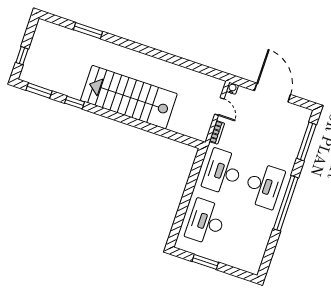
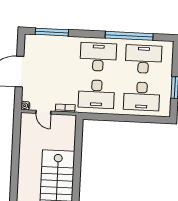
door: (219, 107) -> (43, 112), swing flipped
window: (286, 203) -> (129, 36), moved
desk: (247, 236) -> (143, 59), added

